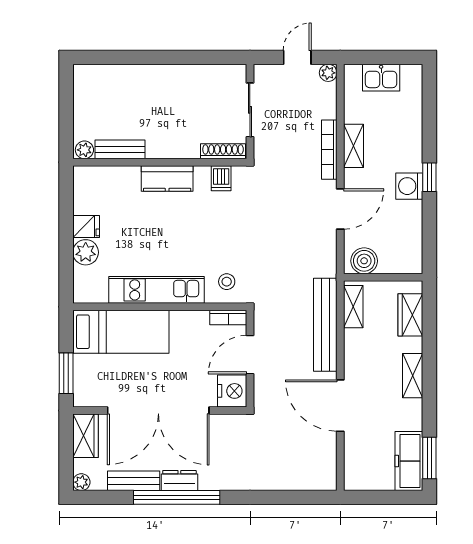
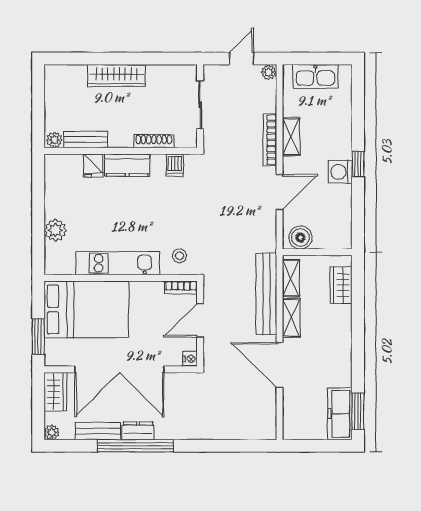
wardrobe: (155, 77) -> (117, 76), added
kitchen sink: (381, 78) -> (315, 76), width x1.38
shoe rack: (223, 151) -> (154, 141), moved
fridge: (86, 227) -> (93, 166), moved, turned 90
bed: (121, 332) -> (86, 309), width x1.50
shelving: (413, 376) -> (291, 318), moved
nightstand: (232, 391) -> (190, 359), width x0.53, depth x0.56

